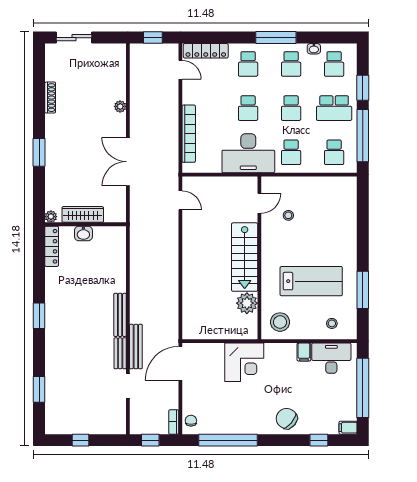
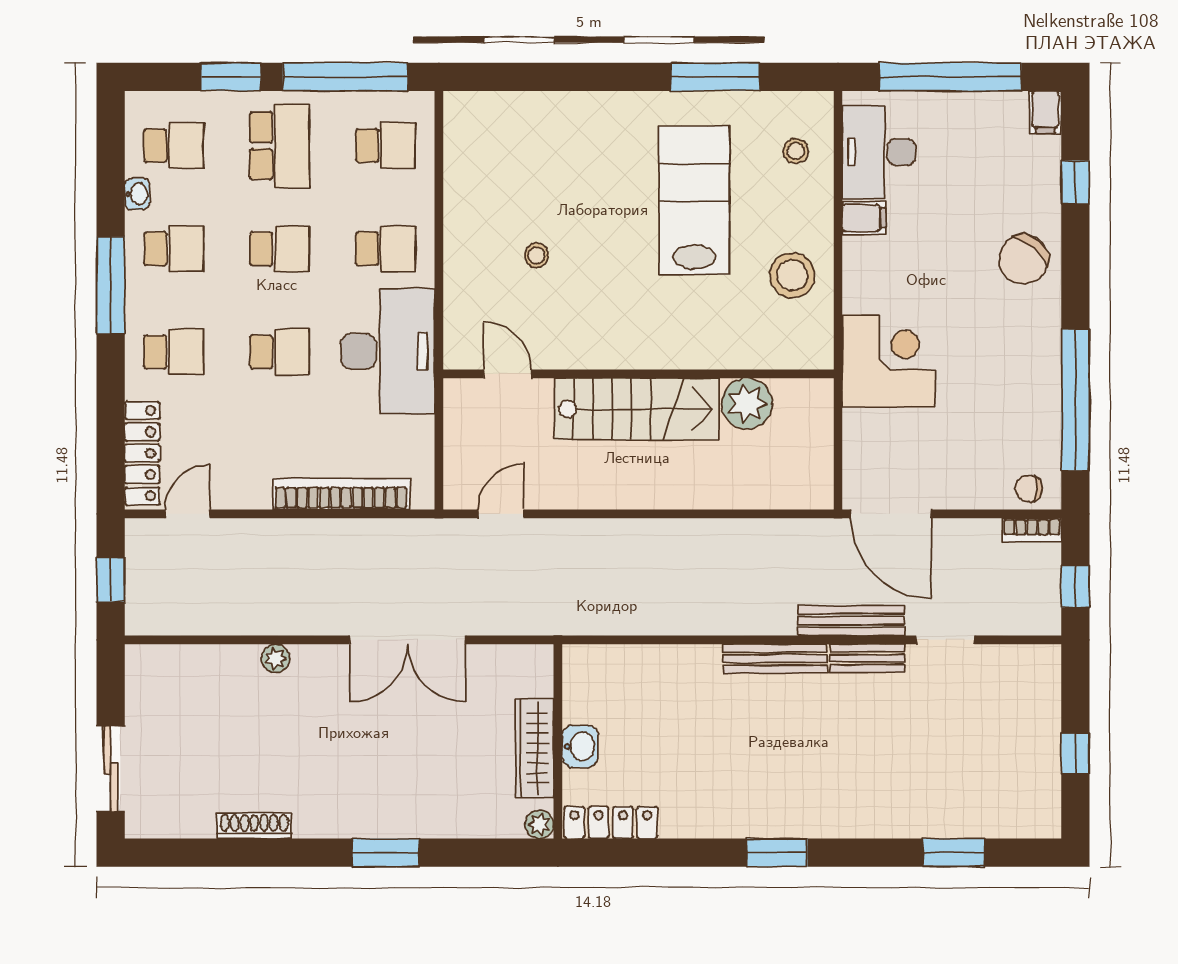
door: (259, 203) -> (507, 374), moved
stairs: (245, 257) -> (637, 409), moved
wall: (259, 258) -> (638, 374), moved
plant: (247, 303) -> (747, 403), moved

